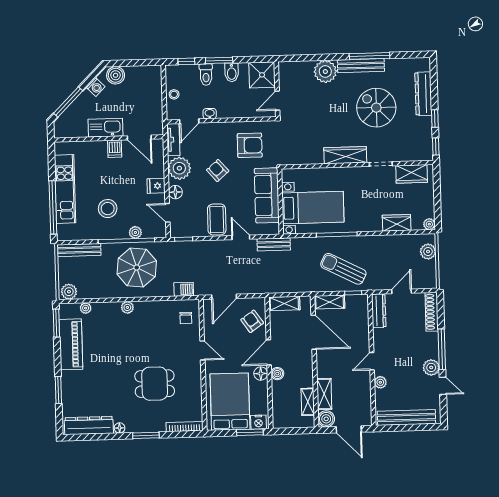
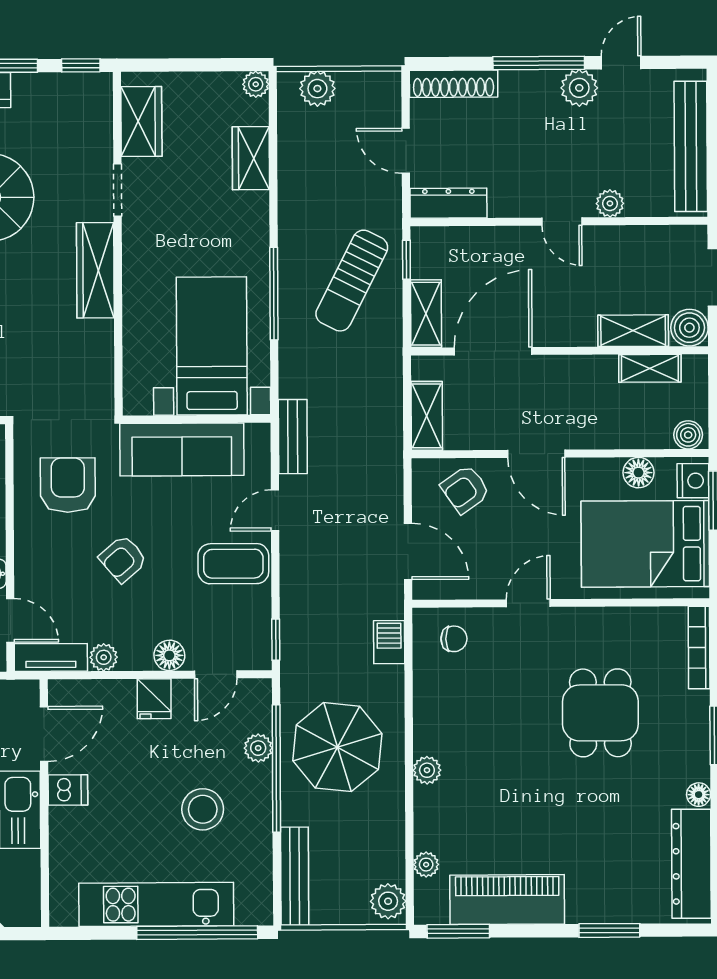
plant: (179, 168) -> (104, 657), width x0.53, depth x0.53
floor lamp: (261, 374) -> (638, 473), moved
boiler: (277, 374) -> (688, 435), moved

